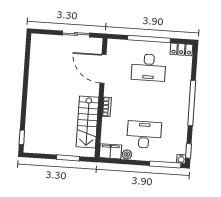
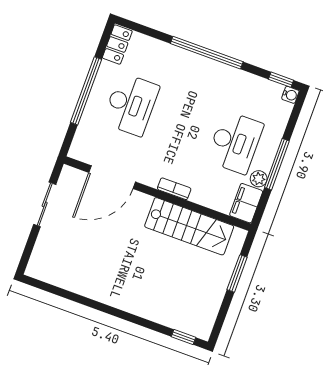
desk: (144, 135) -> (235, 142), turned 180
window: (165, 165) -> (277, 164), moved

